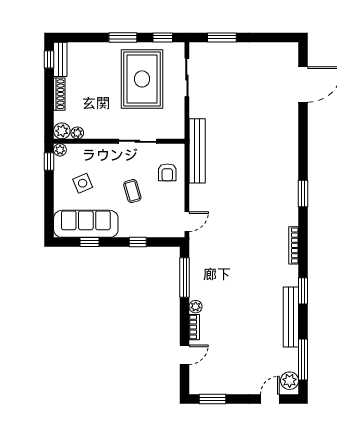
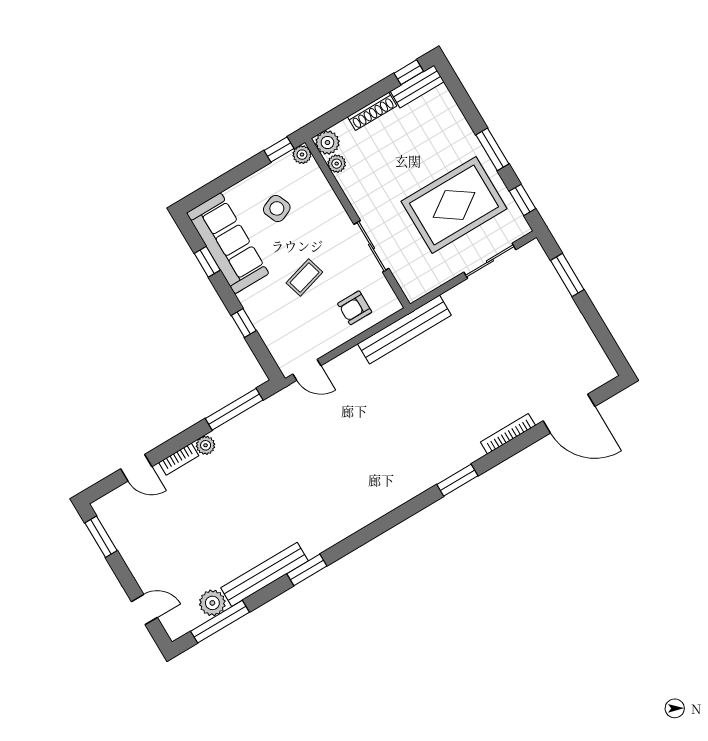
window: (303, 193) -> (457, 480), moved
bookcase: (294, 245) -> (508, 434), moved
plant: (290, 381) -> (212, 603), moved

